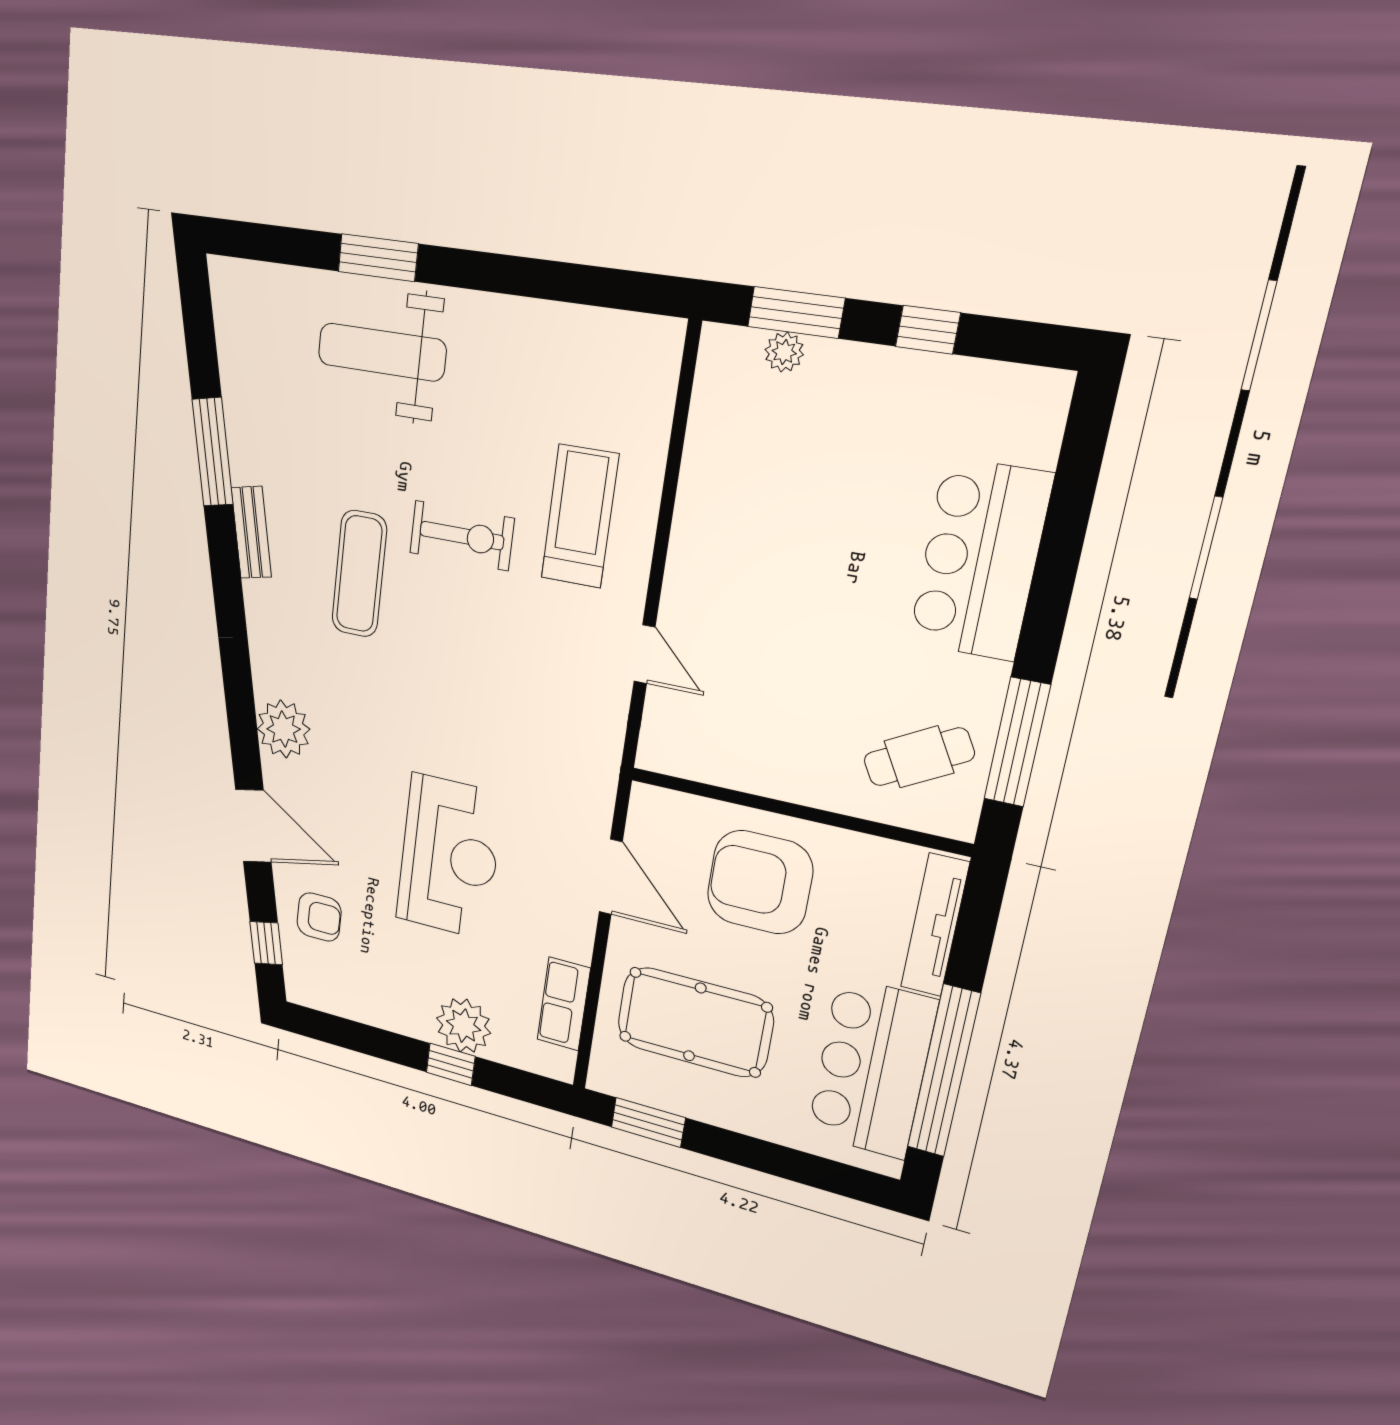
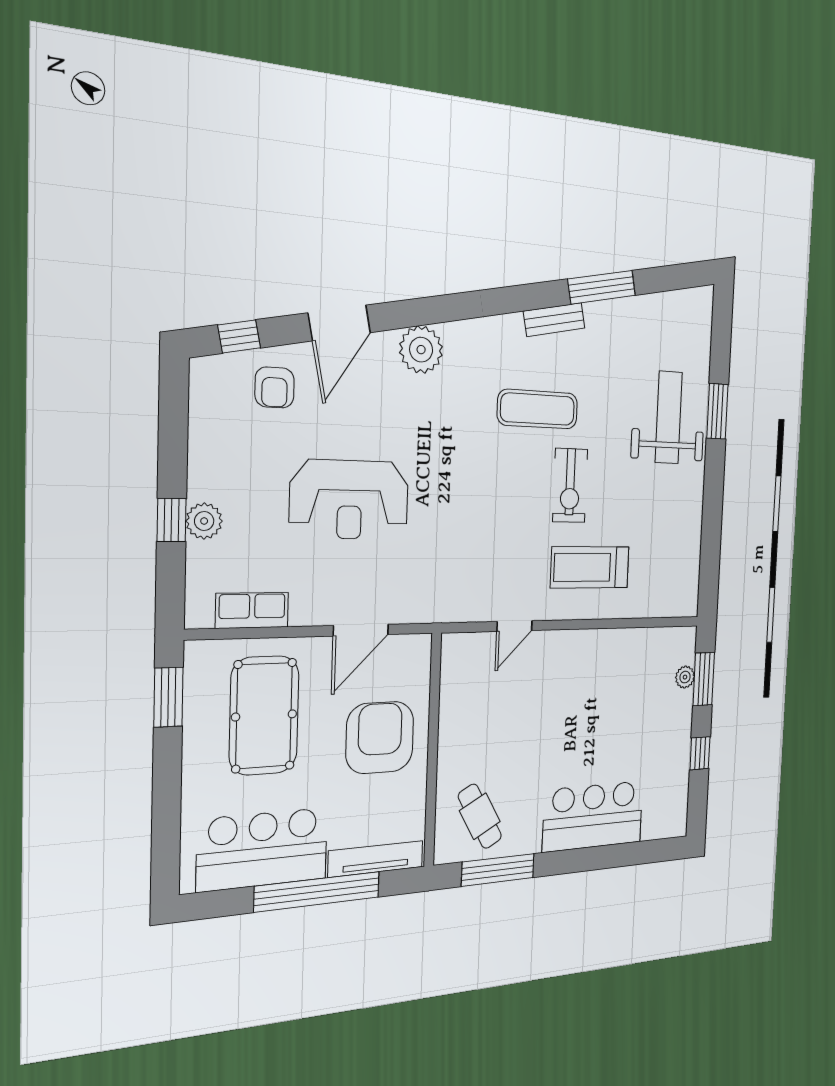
treadmill: (580, 516) -> (590, 567), turned 180
plant: (464, 1026) -> (204, 521), width x0.73, depth x0.73
window: (944, 1071) -> (318, 892), moved

